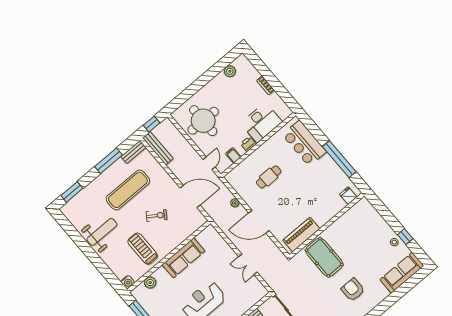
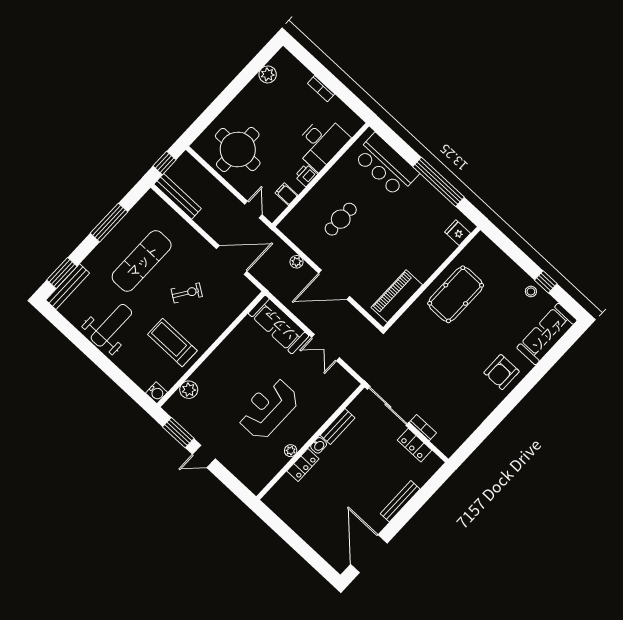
bench: (133, 152) -> (68, 287), moved, width x1.36
pool table: (324, 257) -> (456, 294), moved, turned 90
sofa: (183, 258) -> (279, 325), moved, turned 90
armchair: (353, 290) -> (502, 372), moved, turned -90

